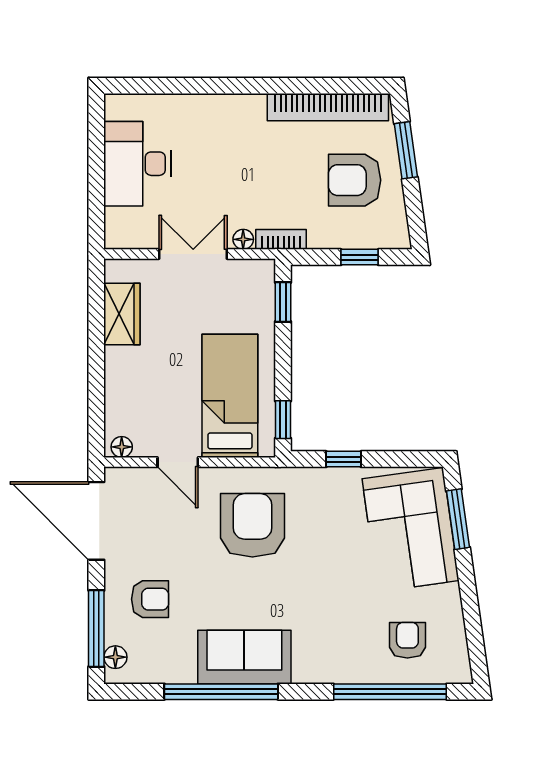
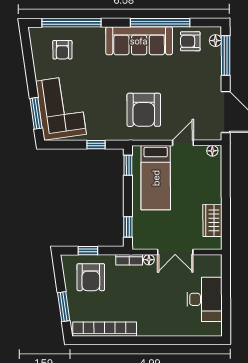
armchair: (355, 180) -> (91, 277), moved, turned 90
door: (178, 462) -> (183, 143), hinge flipped
armchair: (150, 599) -> (190, 41), moved
sofa: (244, 657) -> (139, 41), width x1.36

